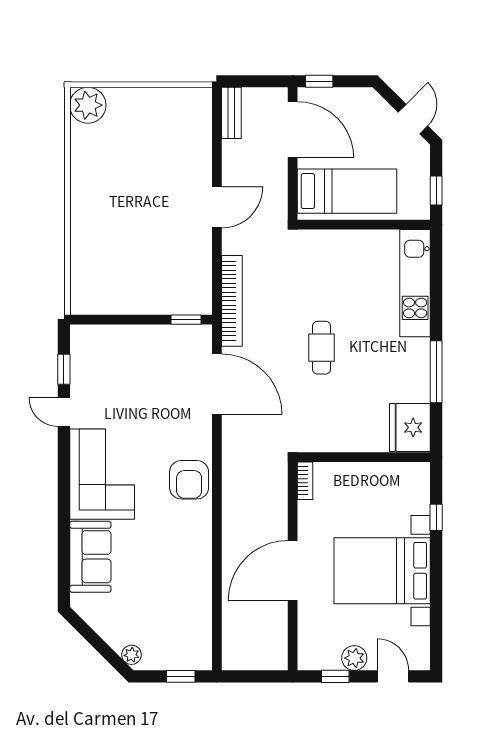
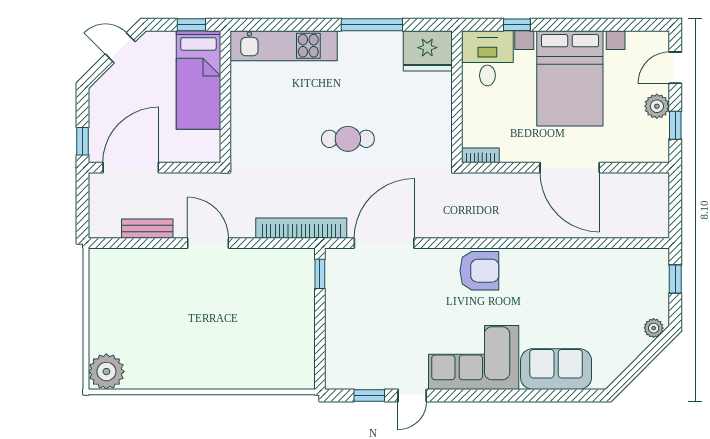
bench: (231, 113) -> (147, 229), moved
bed: (347, 191) -> (198, 80), moved, turned 180
desk: (402, 488) -> (487, 58), added

